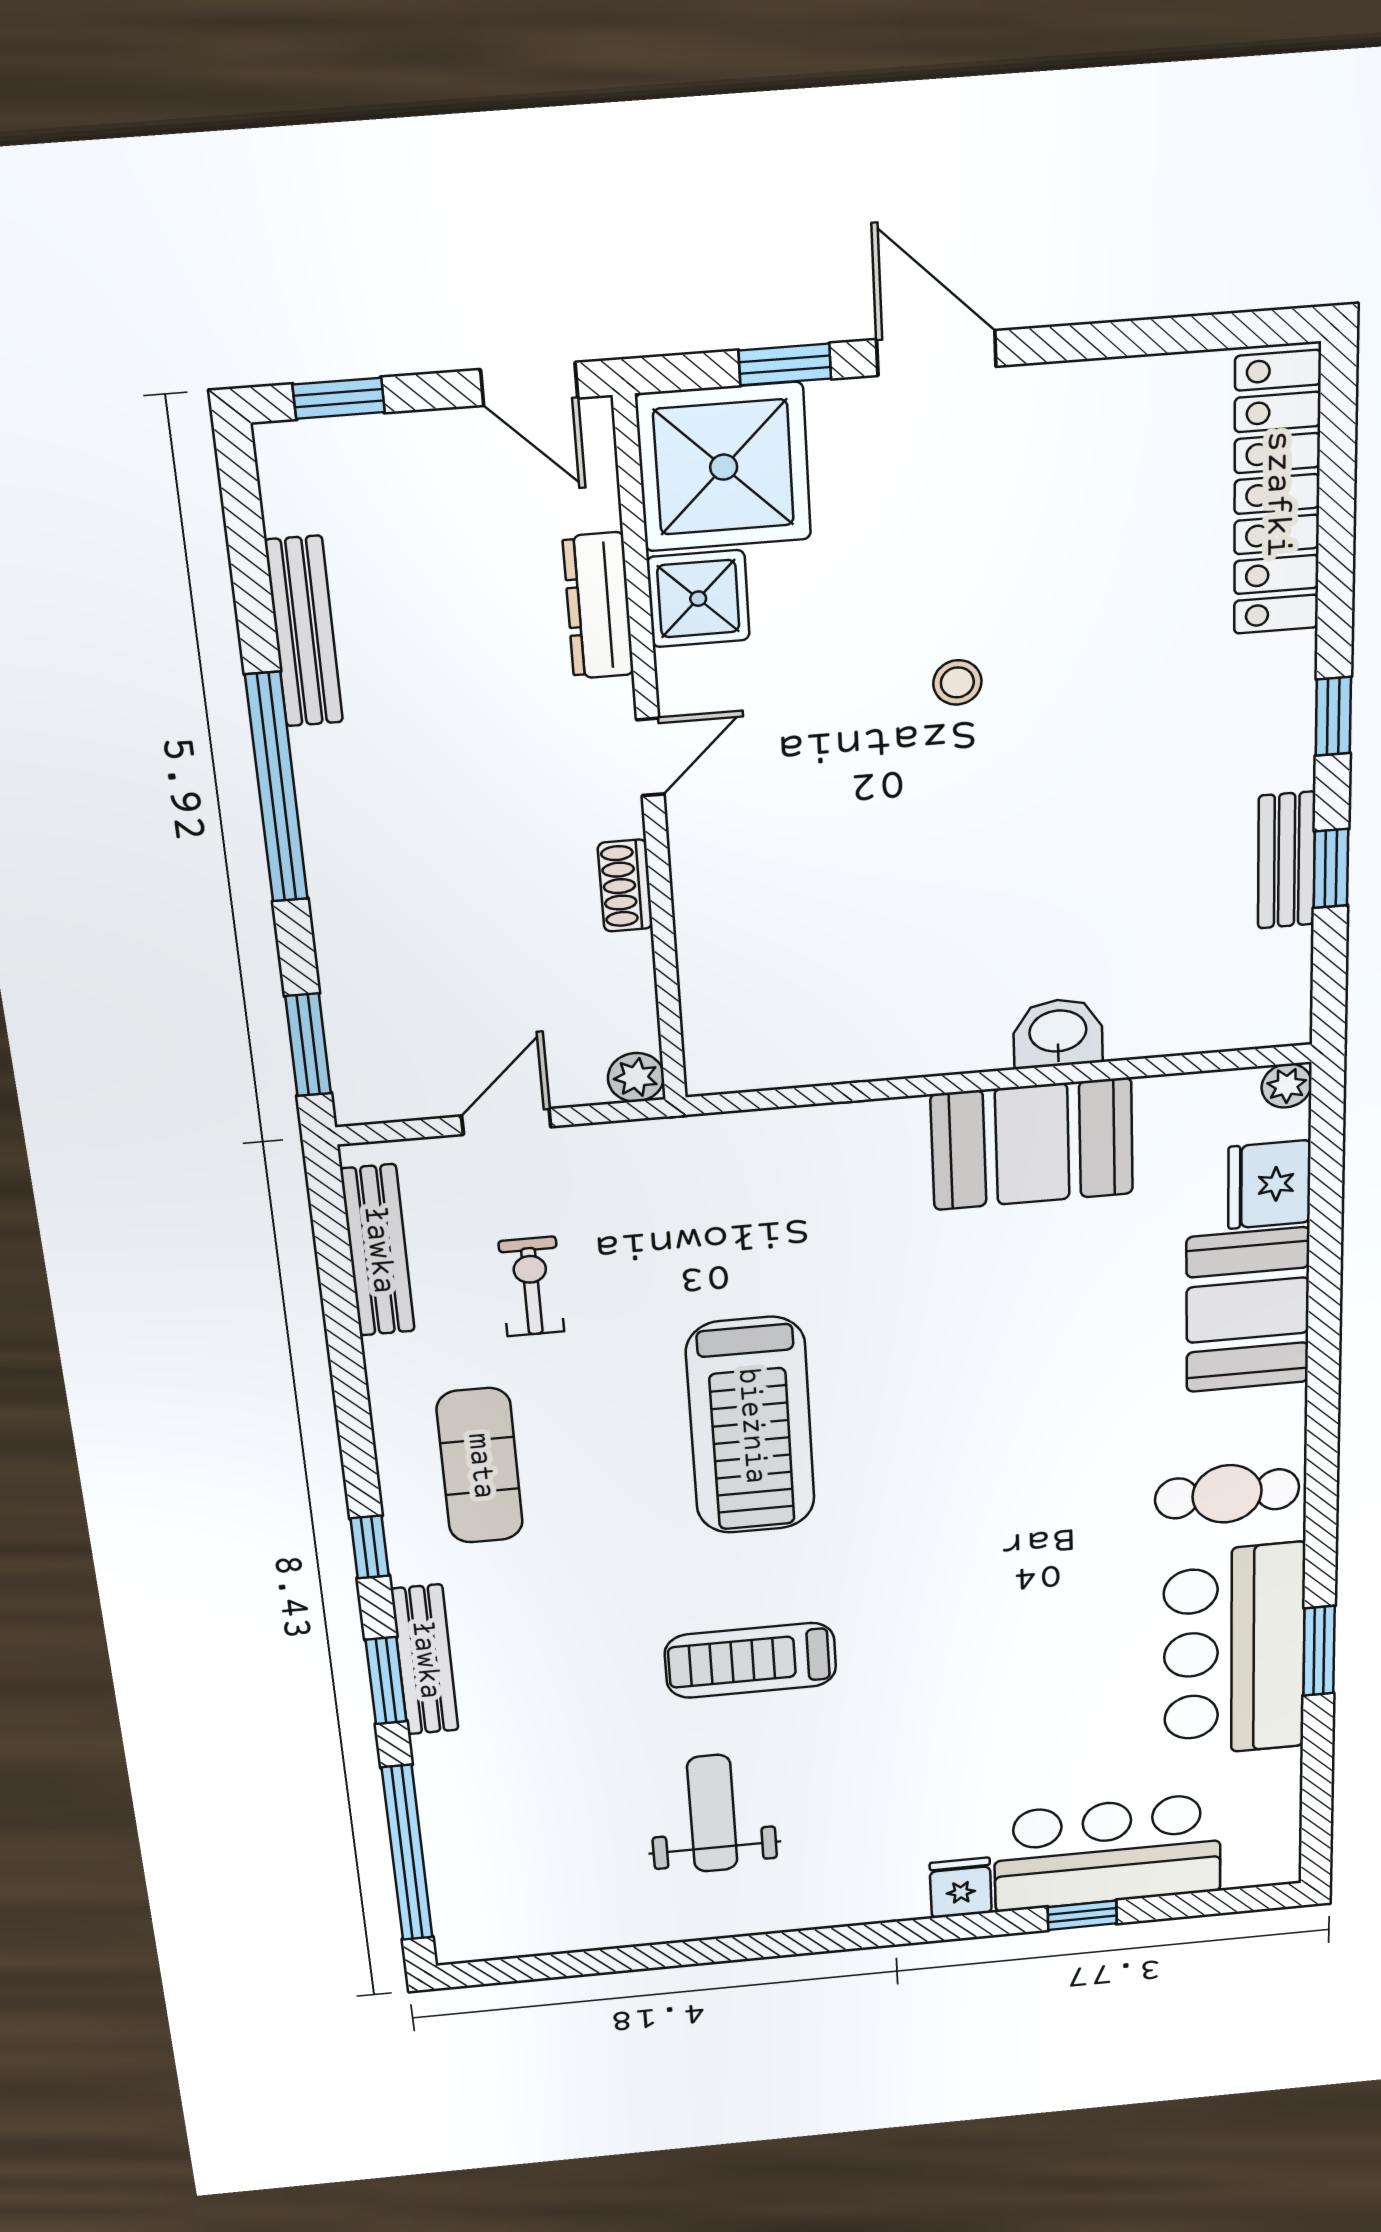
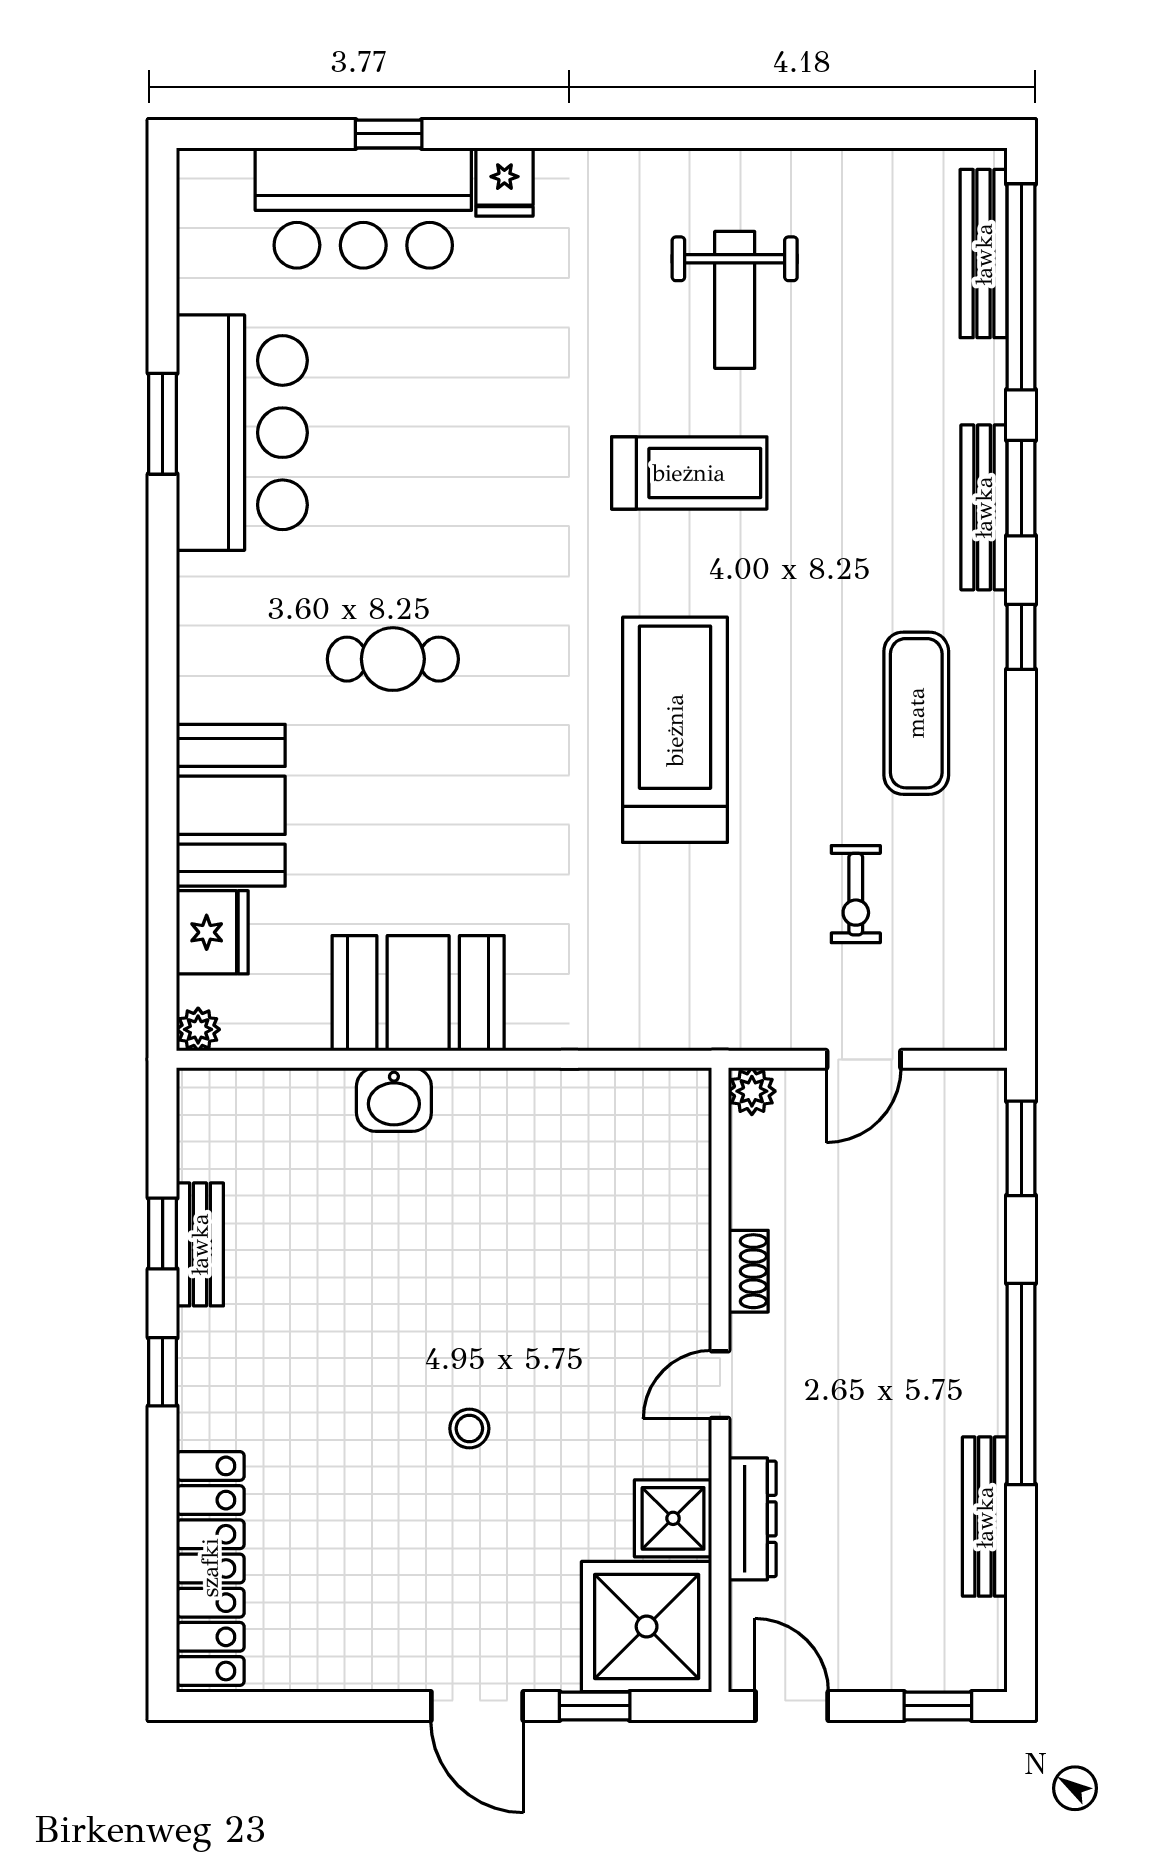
bench: (378, 1250) -> (984, 254), moved
cafe table: (1227, 1494) -> (393, 659), moved

